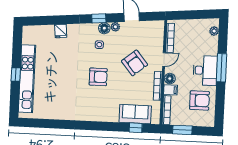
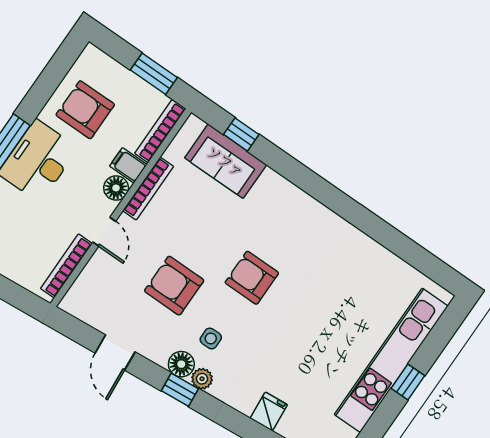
plant: (115, 27) -> (202, 379), moved
door: (164, 60) -> (104, 232), swing flipped
armchair: (135, 63) -> (174, 286), moved, turned -51

